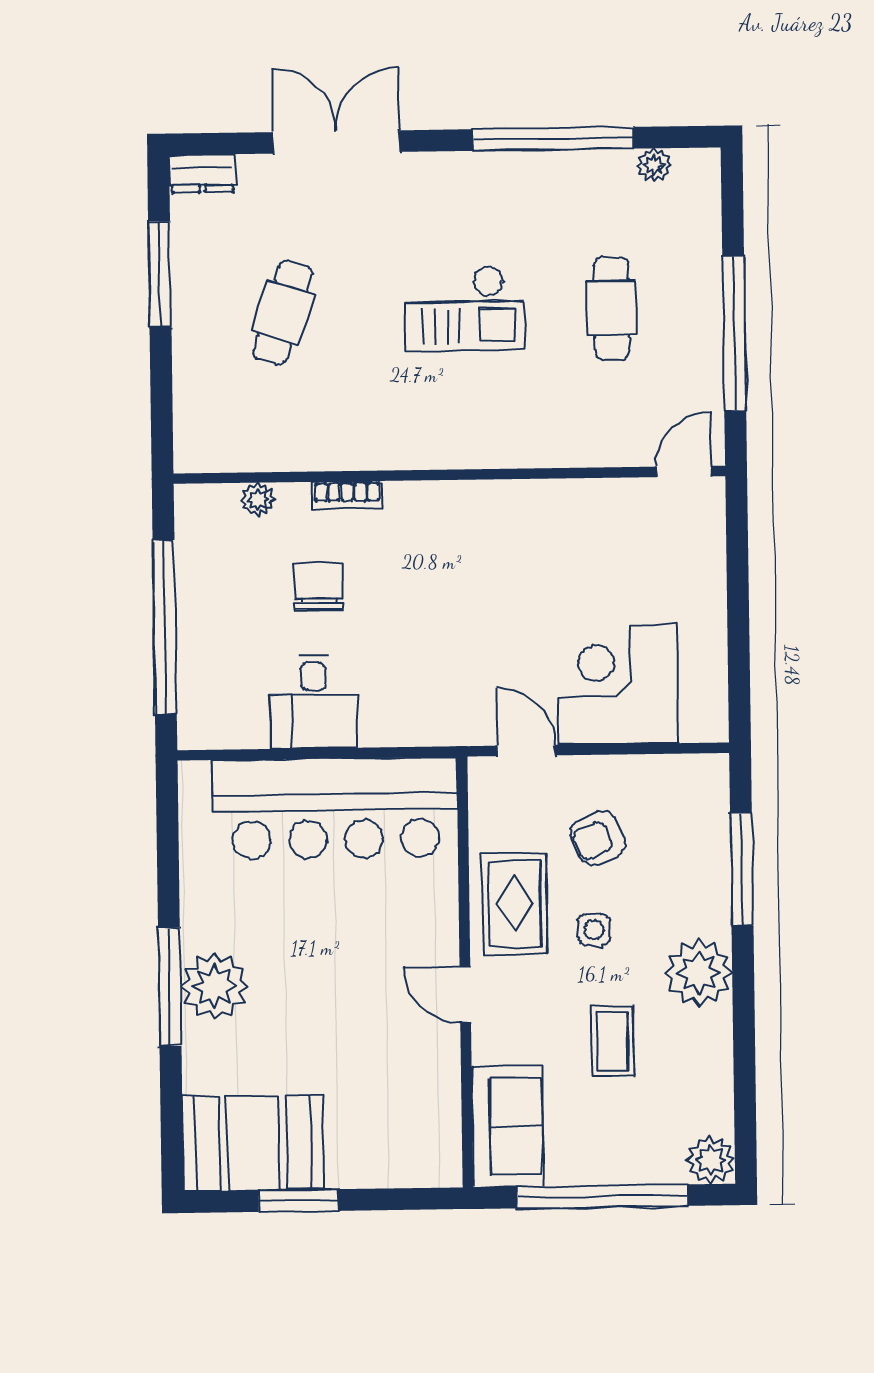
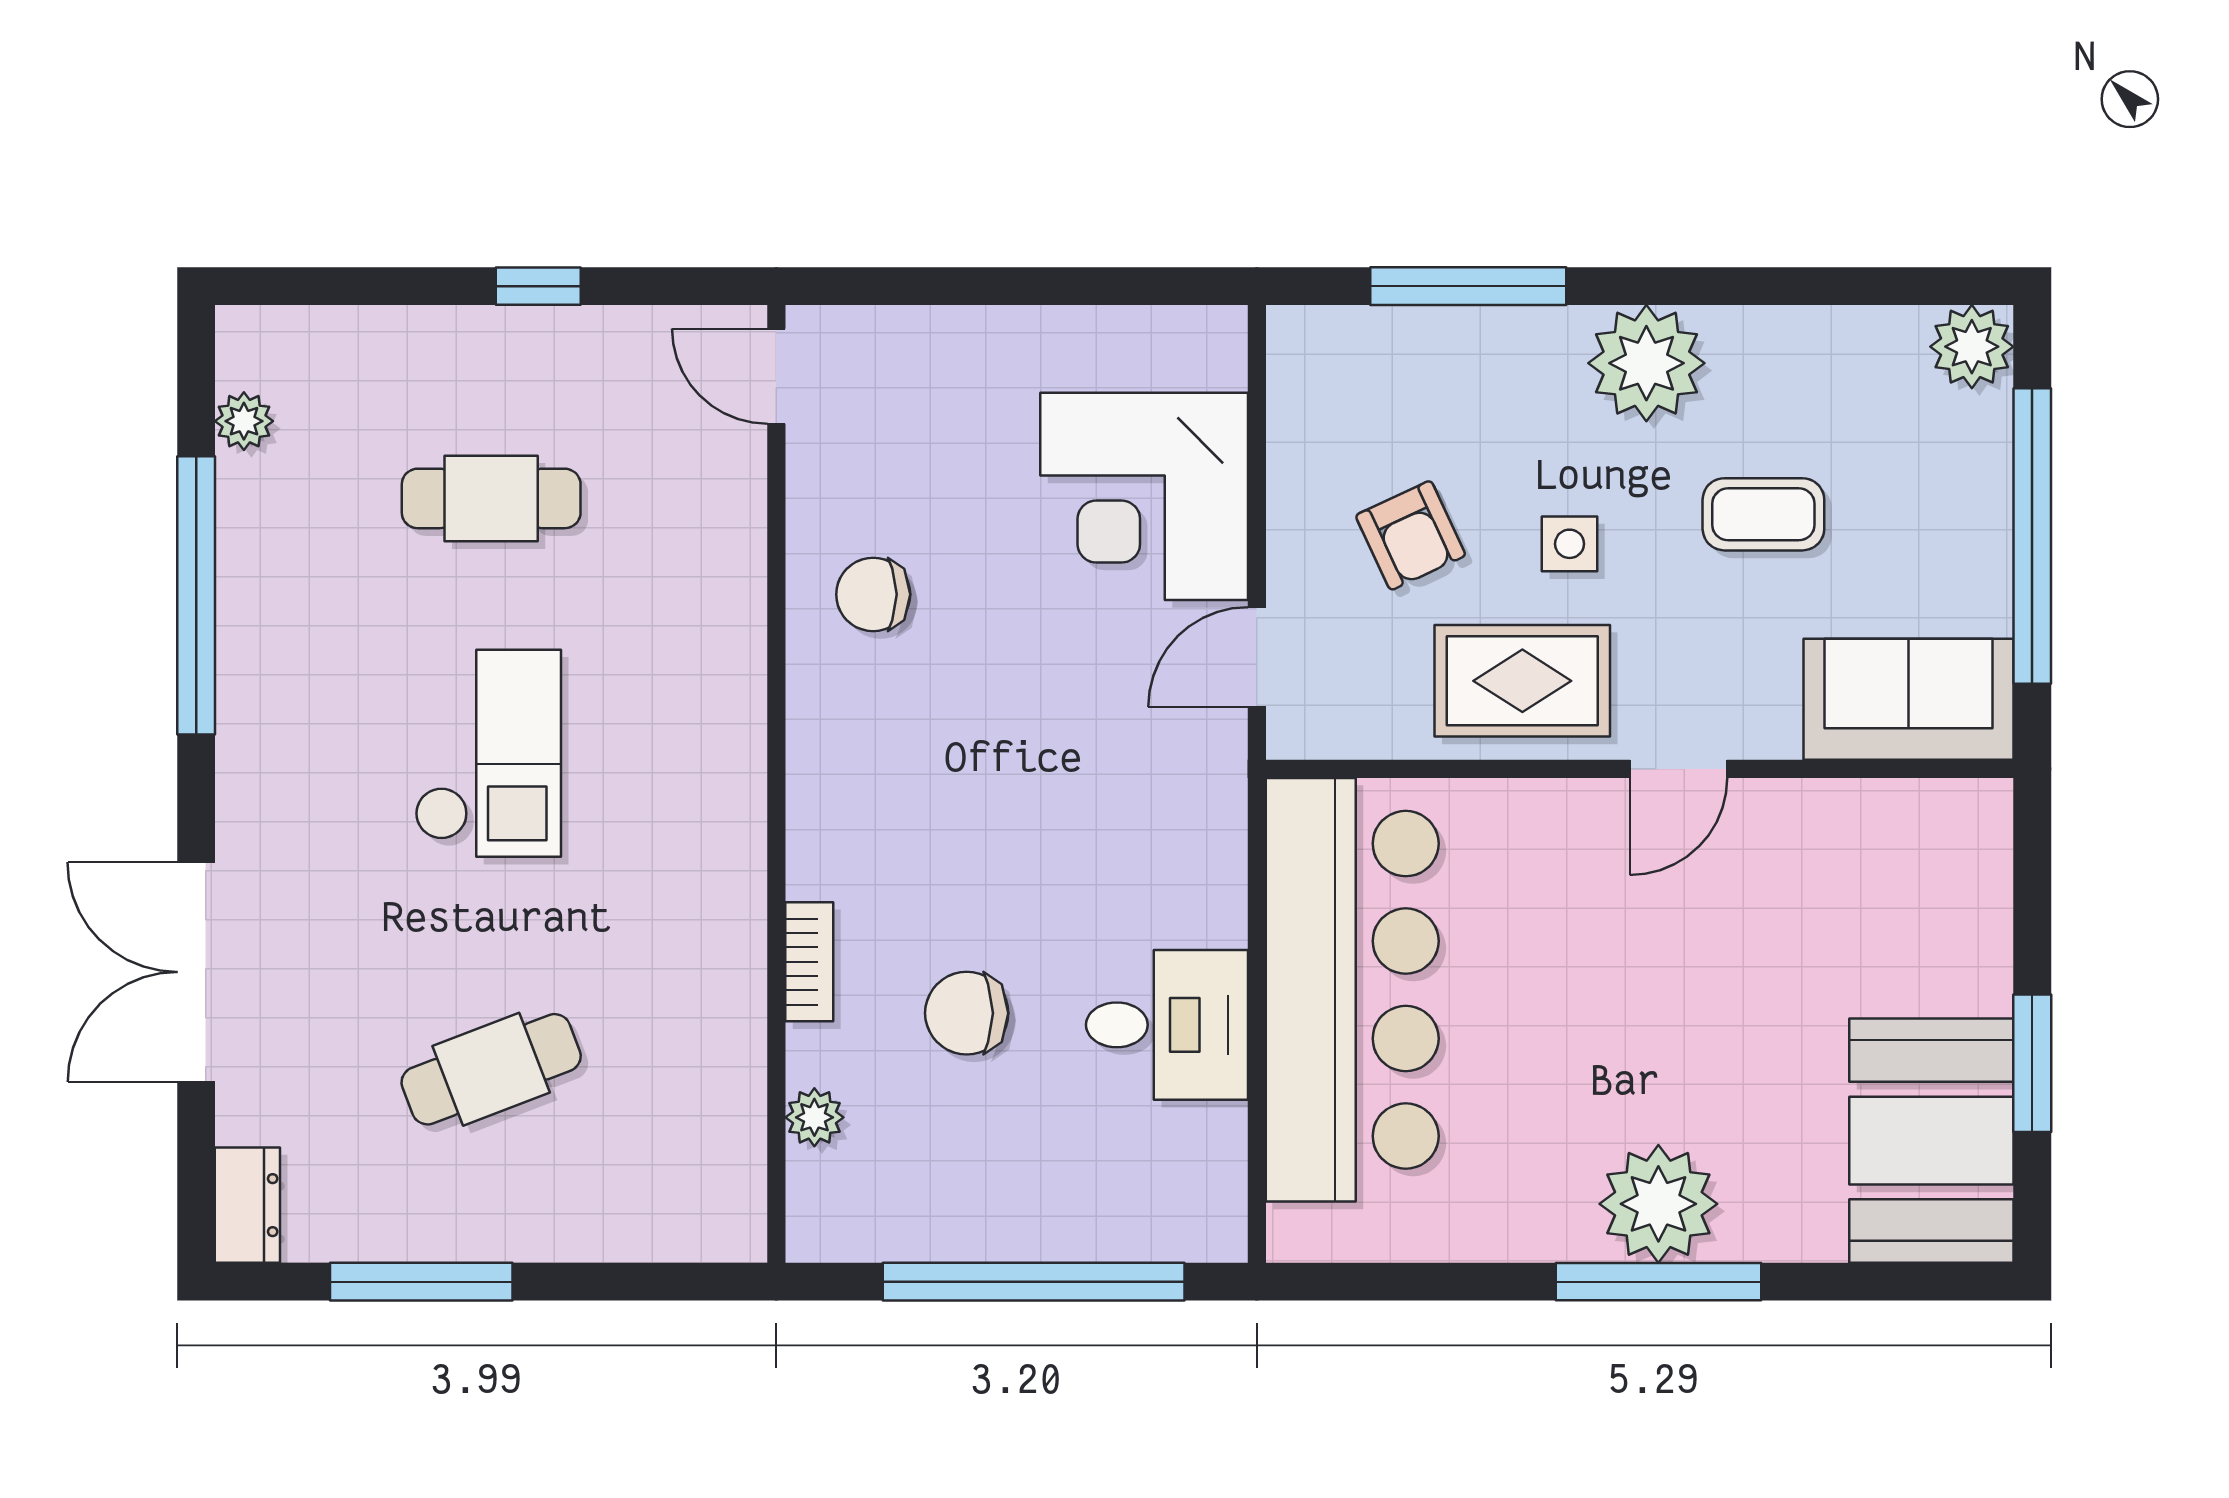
cafe table: (283, 313) -> (491, 1069), turned -39
window: (734, 334) -> (538, 286), width x0.32
chair: (559, 529) -> (873, 594), added

